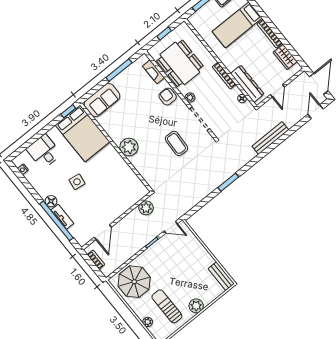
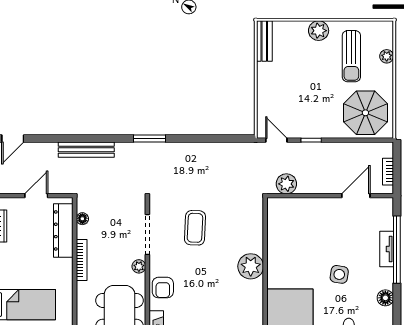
window: (228, 182) -> (150, 138), moved
floor lamp: (51, 201) -> (385, 298), moved

